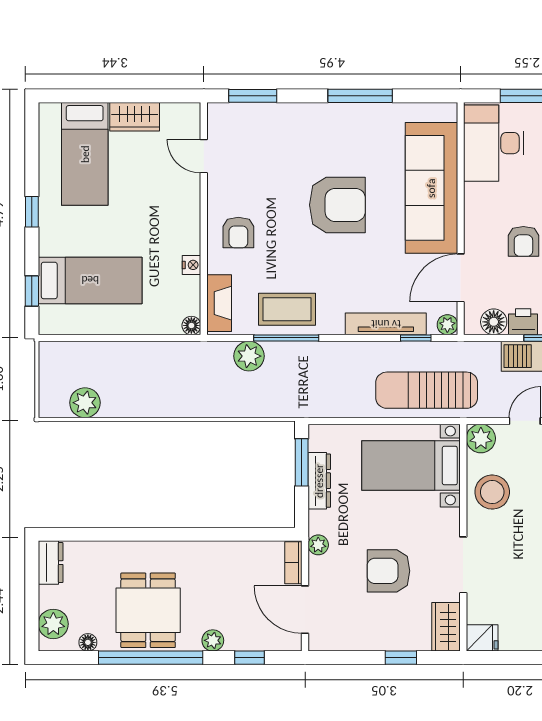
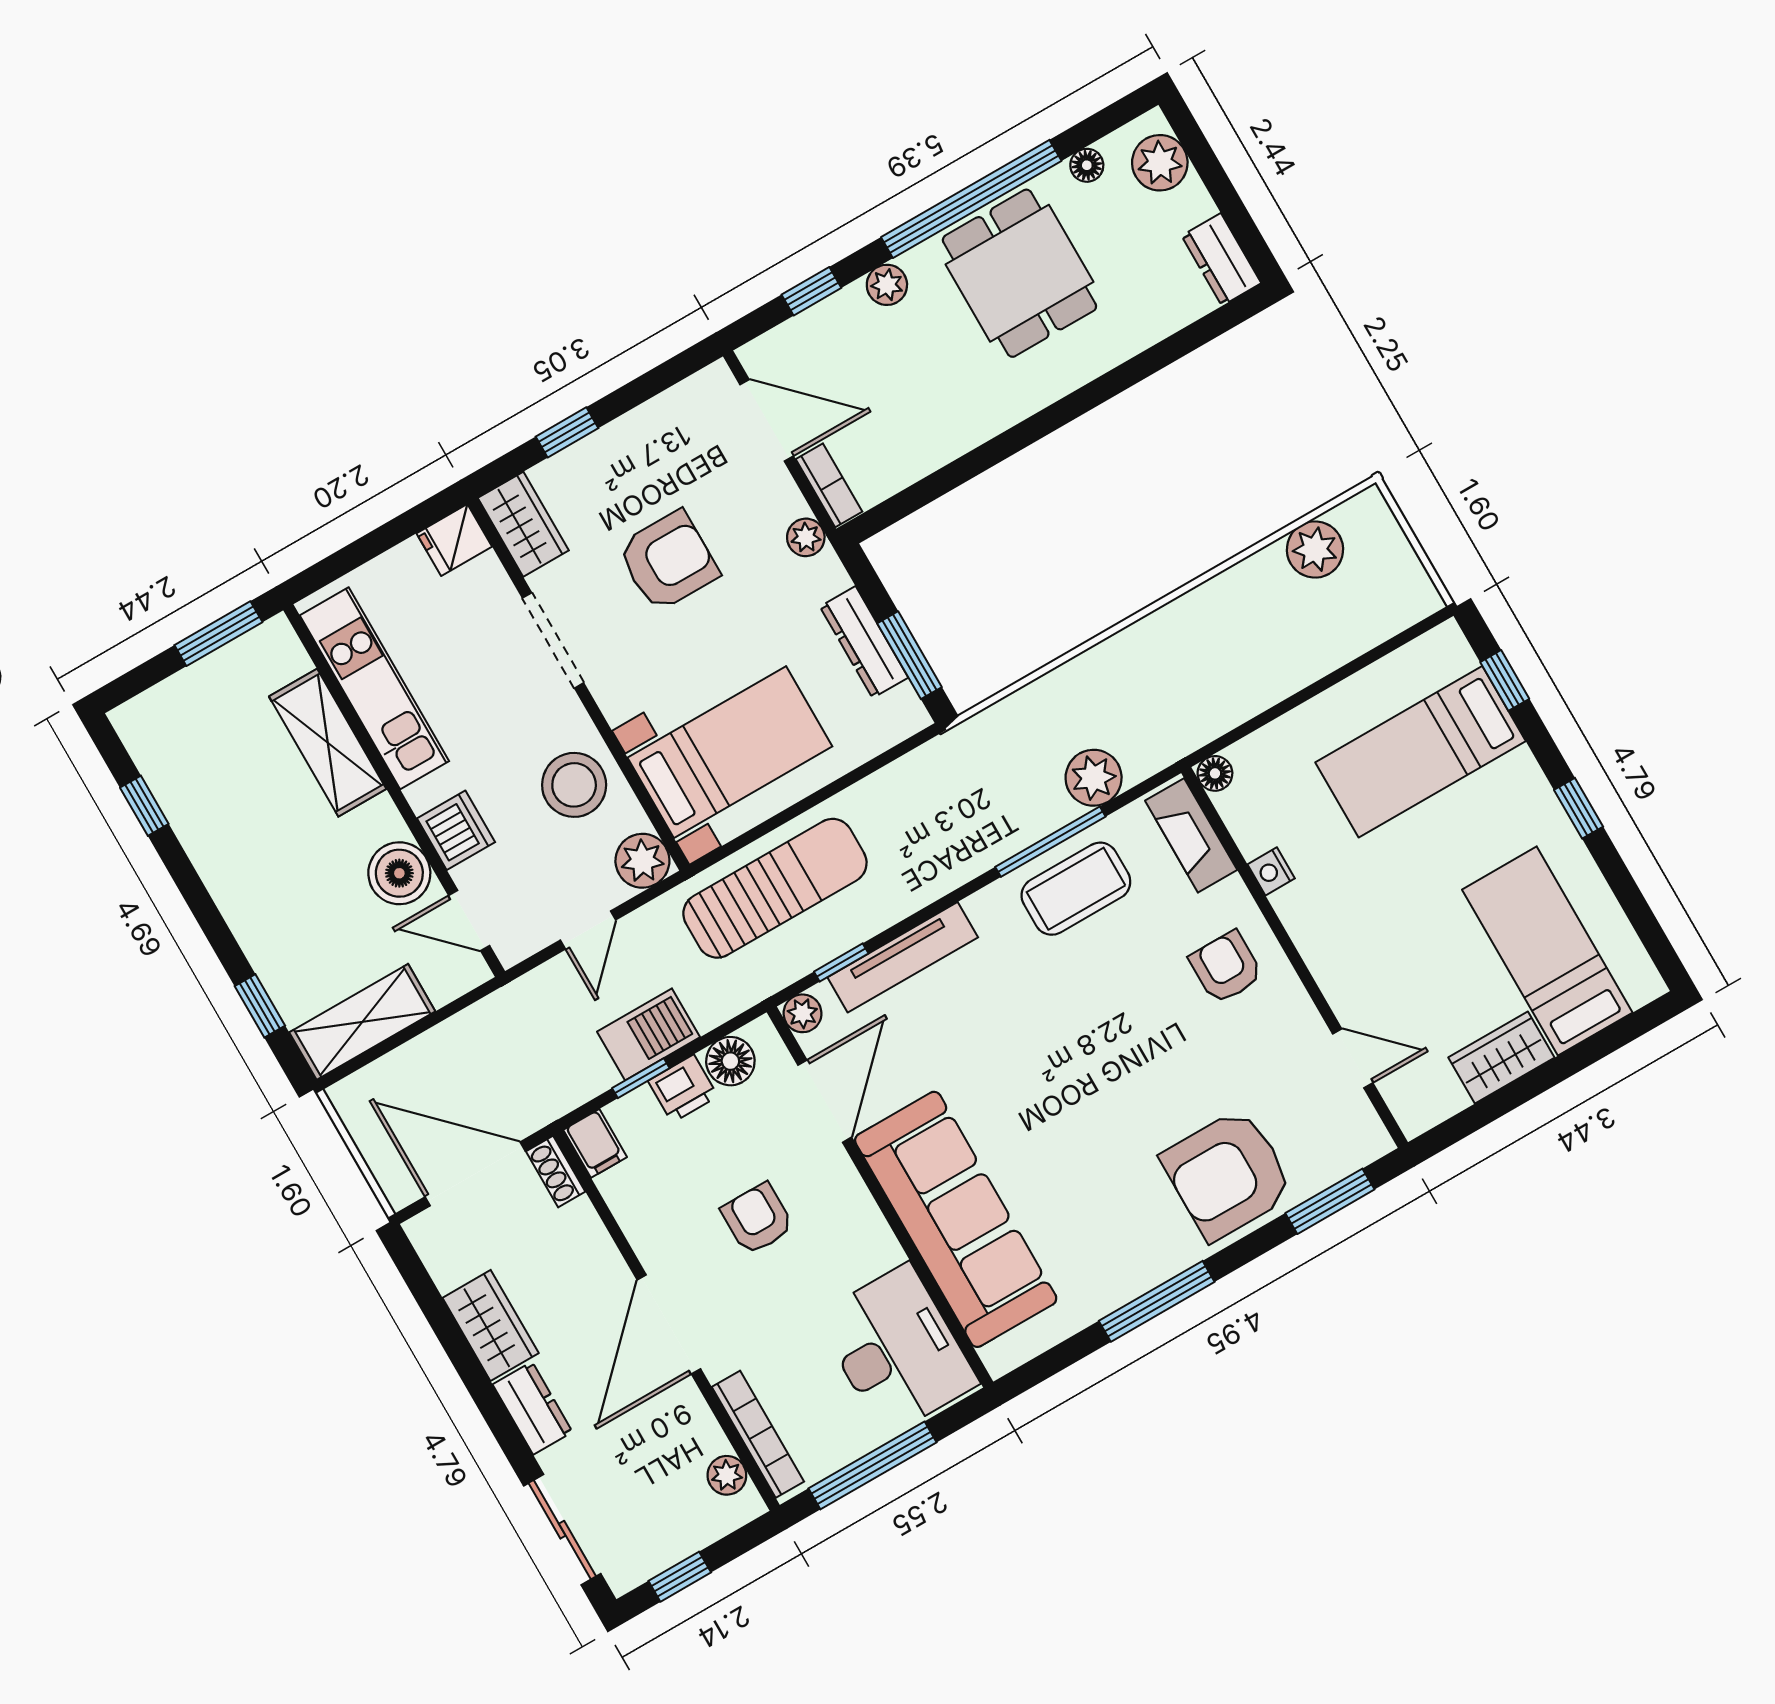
armchair: (337, 205) -> (1228, 1174), moved

